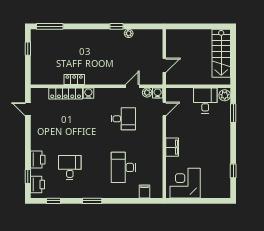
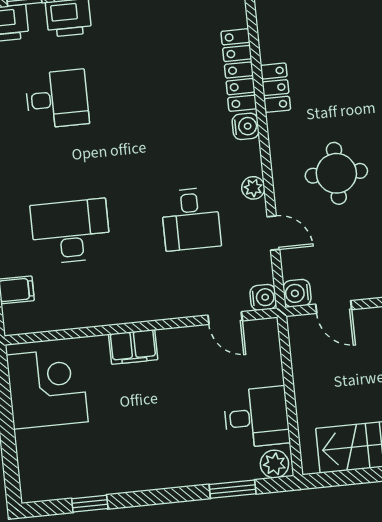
round table: (111, 59) -> (336, 173), added
water cooler: (157, 79) -> (297, 293), added
plant: (147, 93) -> (253, 188), moved

